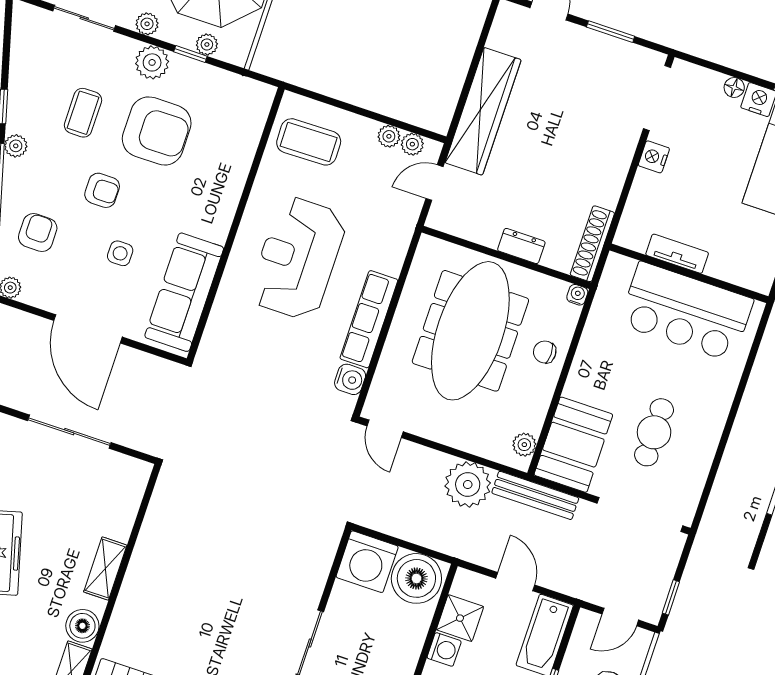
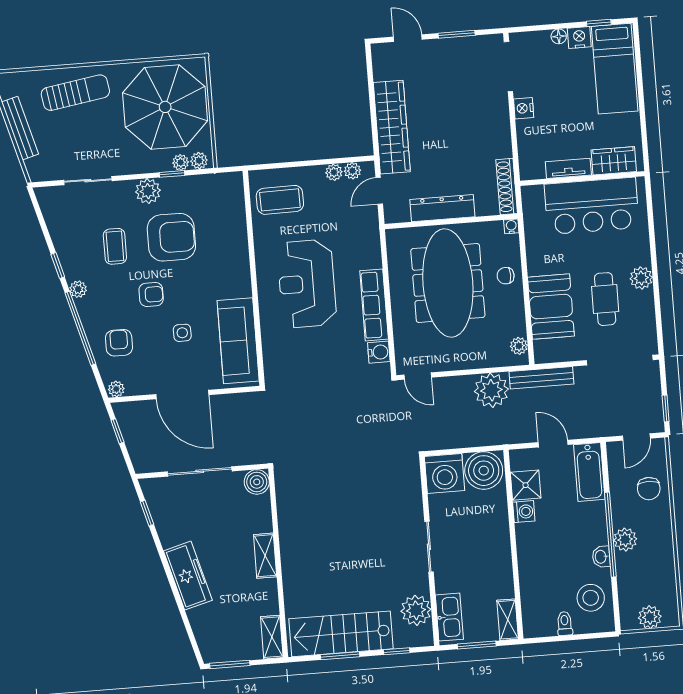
plant: (147, 24) -> (199, 161), moved
dresser: (521, 246) -> (442, 208), width x1.96, depth x1.24
wardrobe: (737, 268) -> (614, 161), added
plant: (709, 425) -> (641, 278), added
booth: (573, 445) -> (551, 307), moved
boiler: (82, 626) -> (257, 482), moved

